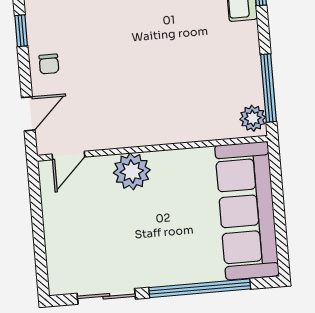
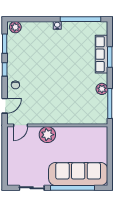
plant: (253, 118) -> (102, 89), moved
sofa: (247, 211) -> (78, 174), moved, turned 90

